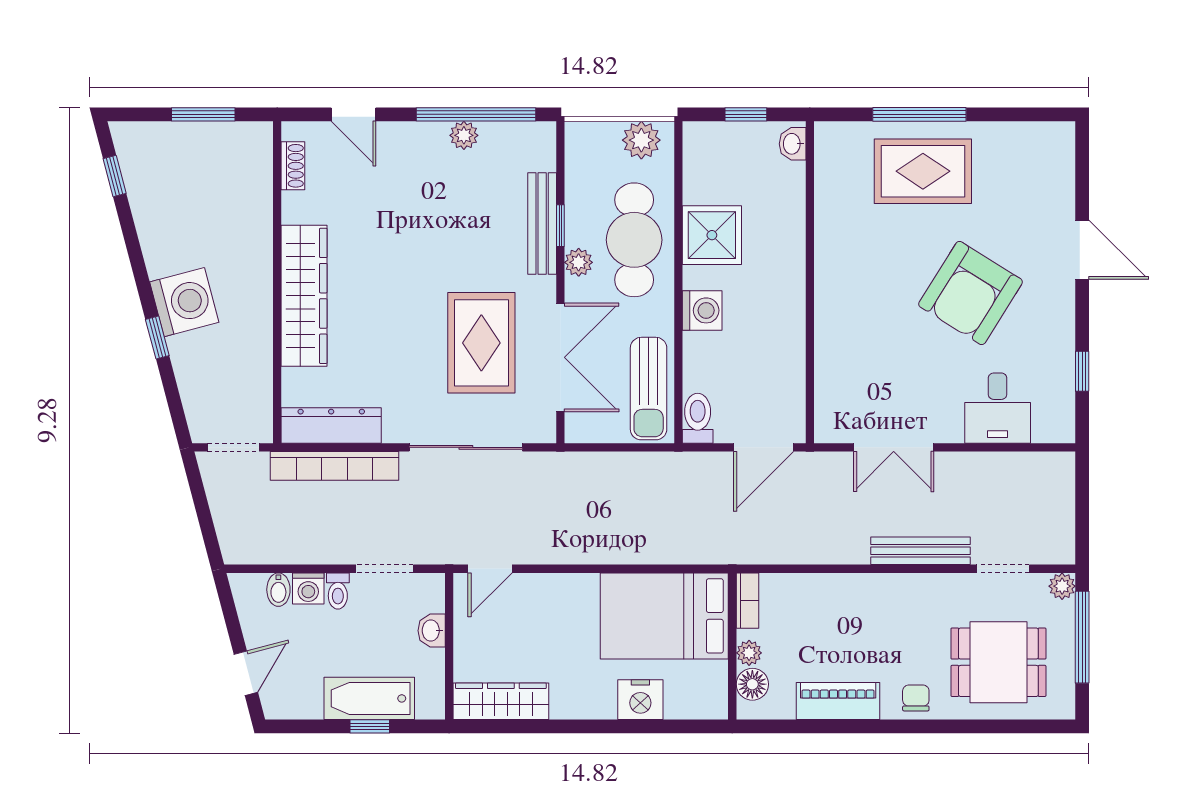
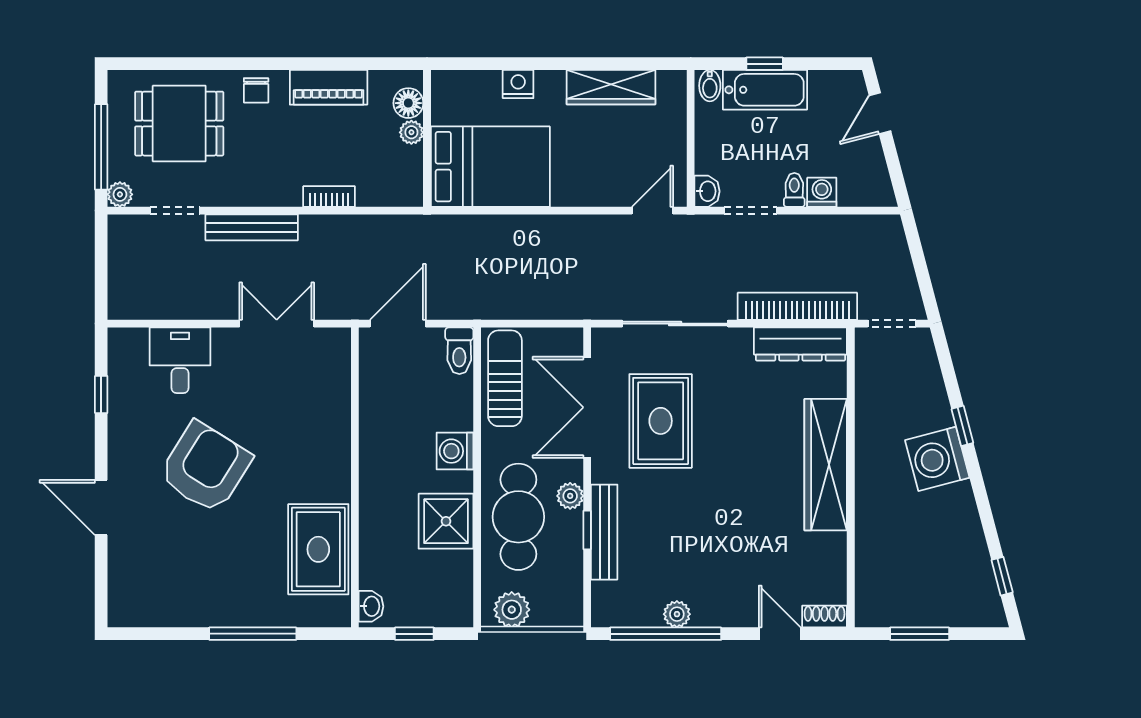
shoe rack: (293, 166) -> (825, 617), moved, turned 90
rug: (923, 171) -> (318, 549), moved, turned 90
bidet: (278, 590) -> (710, 86), moved, turned 180
bookcase: (747, 601) -> (329, 196), moved, turned 90
washbasin: (432, 631) -> (707, 191), moved
nightstand: (640, 700) -> (518, 84), width x0.74, depth x0.75
wardrobe: (501, 701) -> (611, 87), moved

